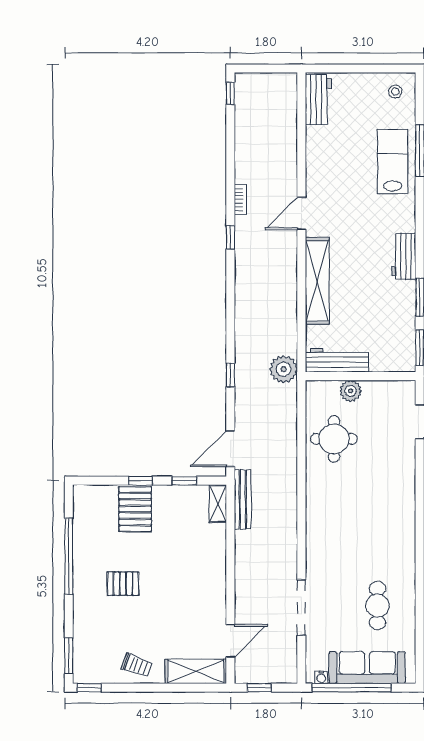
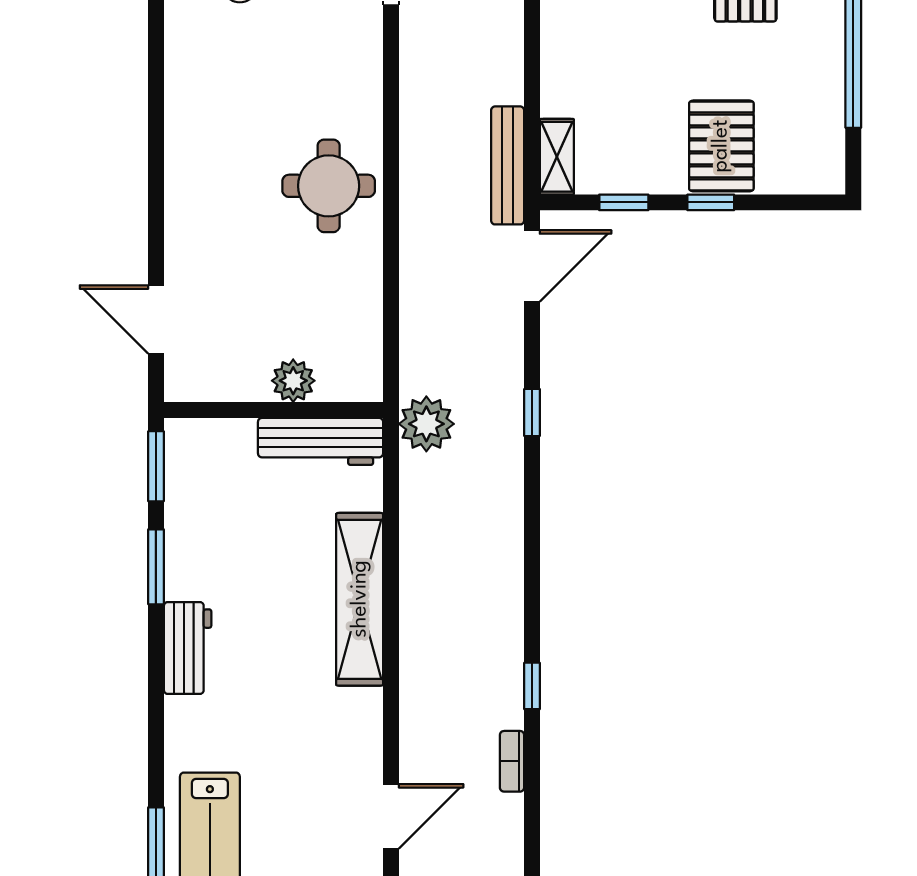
door: (301, 213) -> (391, 816), moved
round table: (334, 439) -> (329, 186), moved

